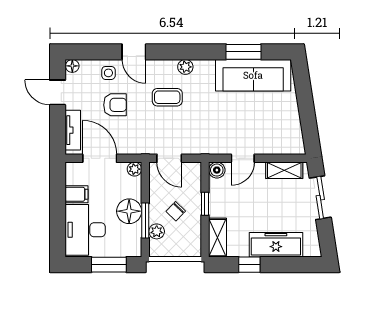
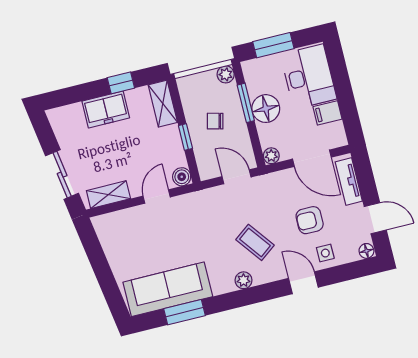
coffee table: (167, 97) -> (255, 242), turned 53
chair: (176, 211) -> (215, 121), turned -120
plant: (157, 231) -> (226, 74), moved
freezer: (276, 245) -> (106, 110), width x0.71

